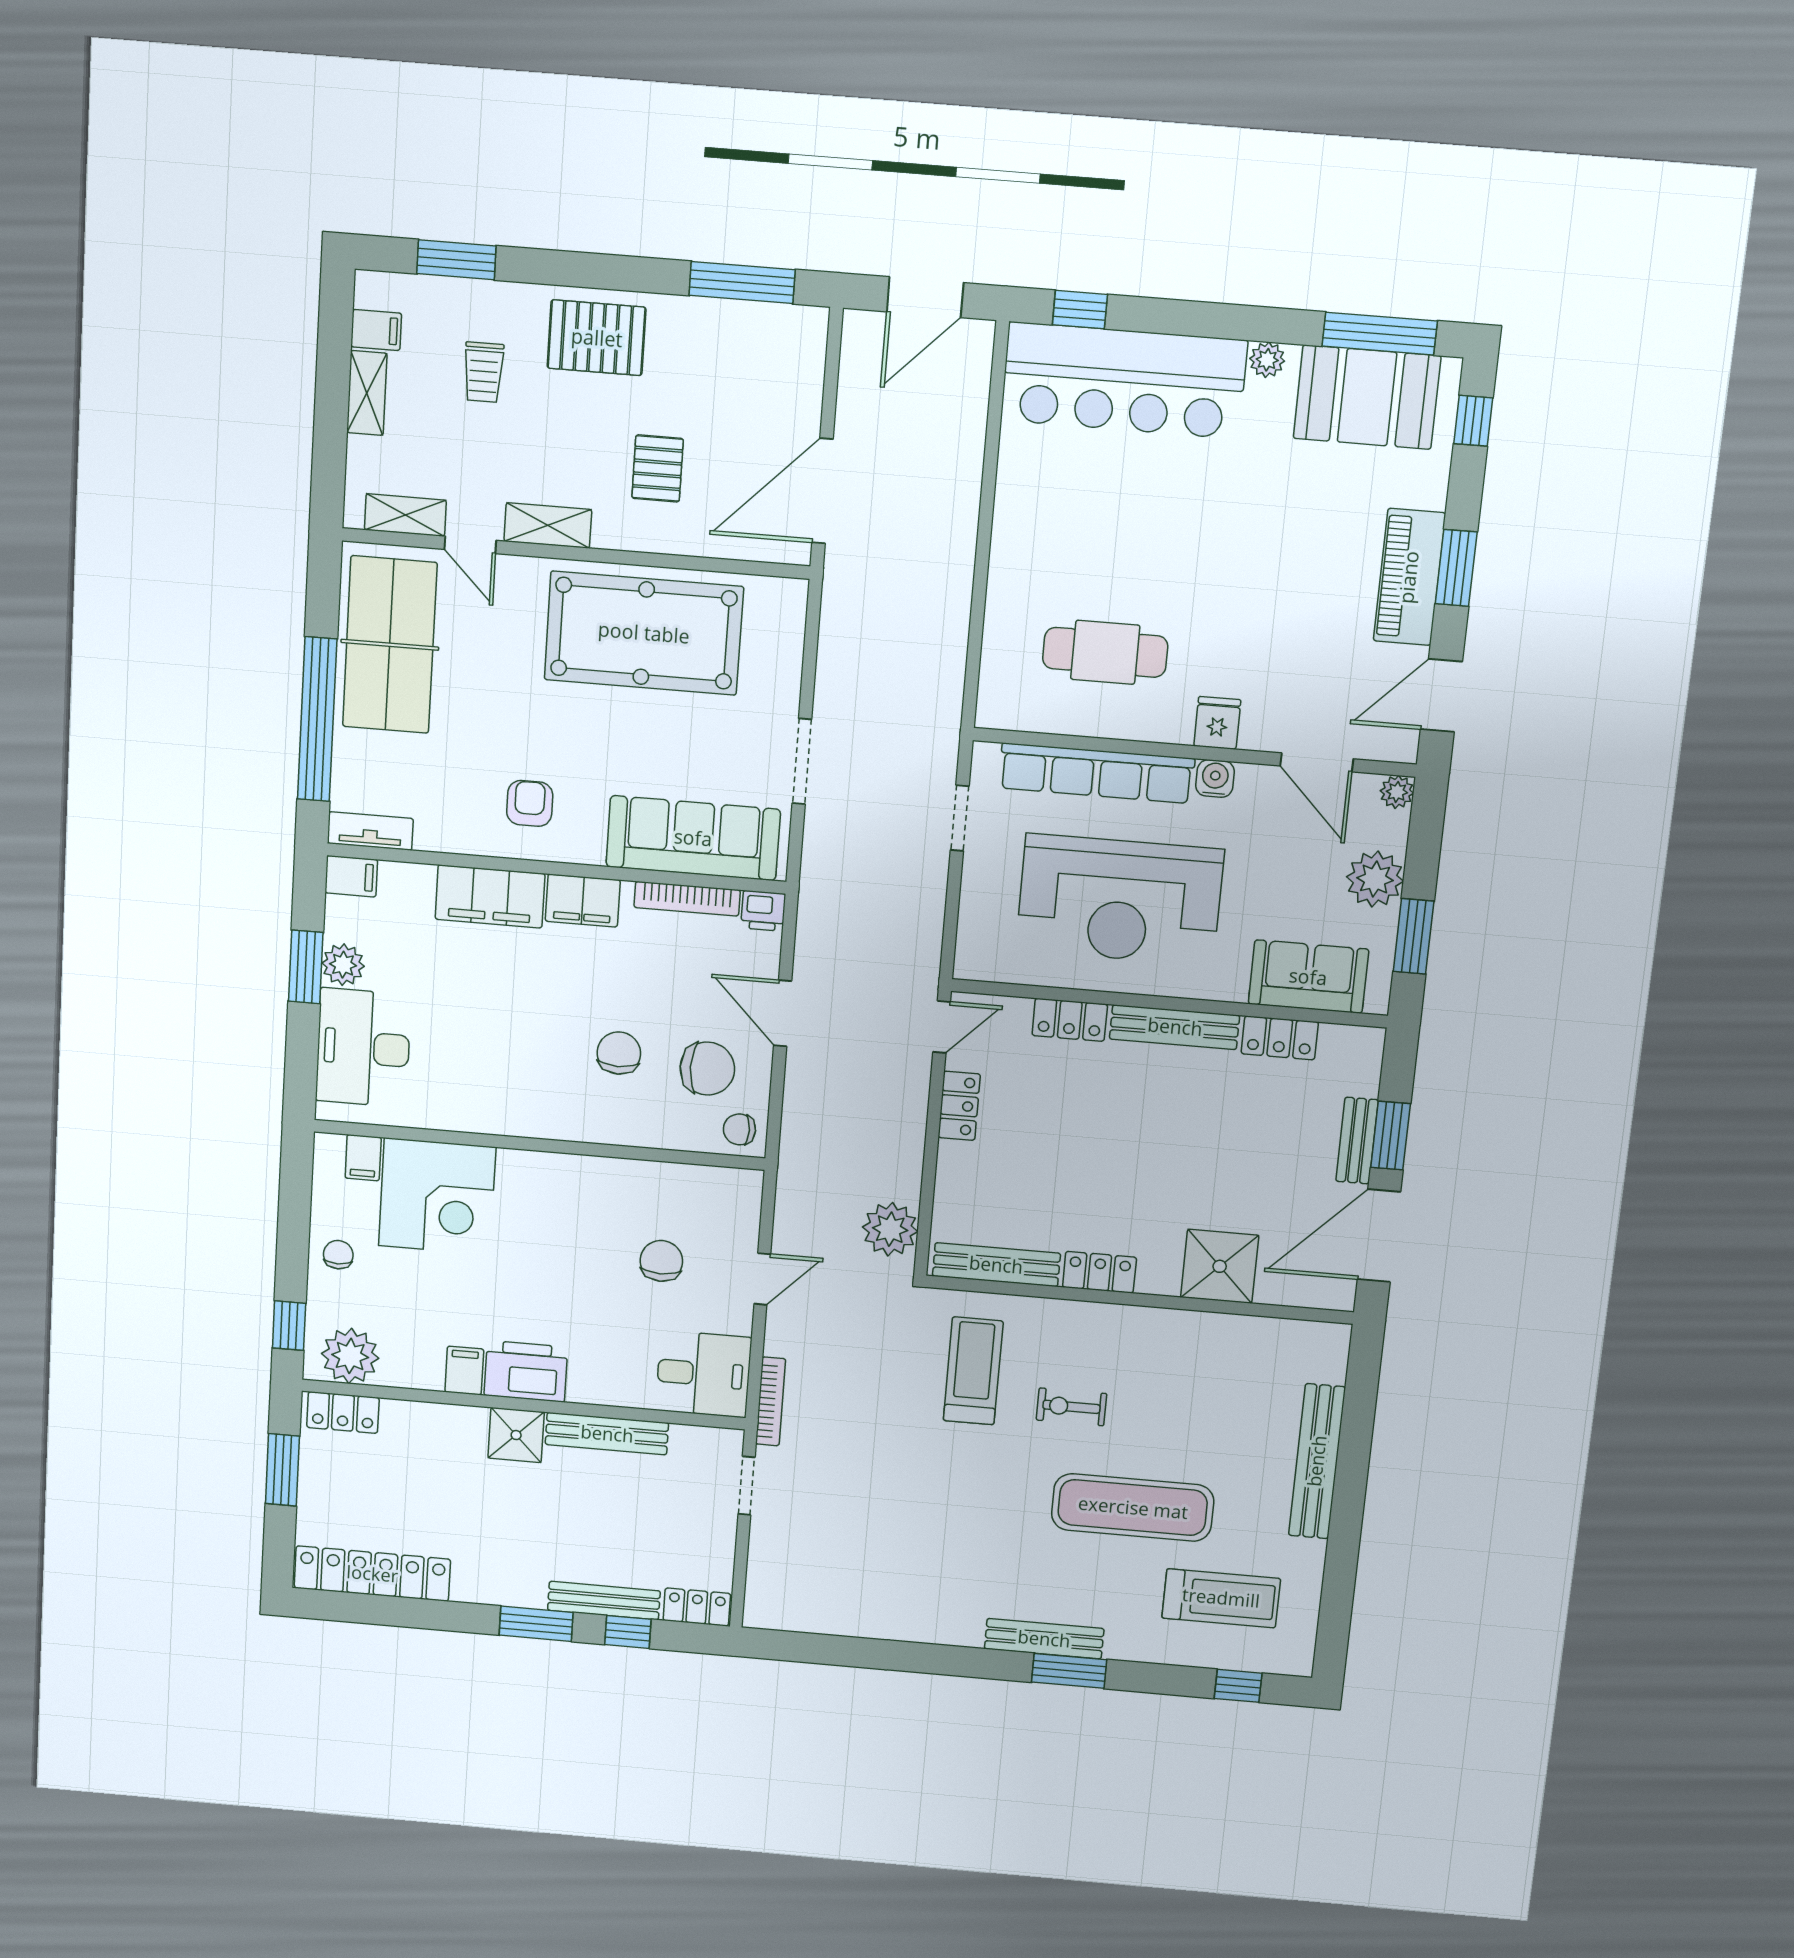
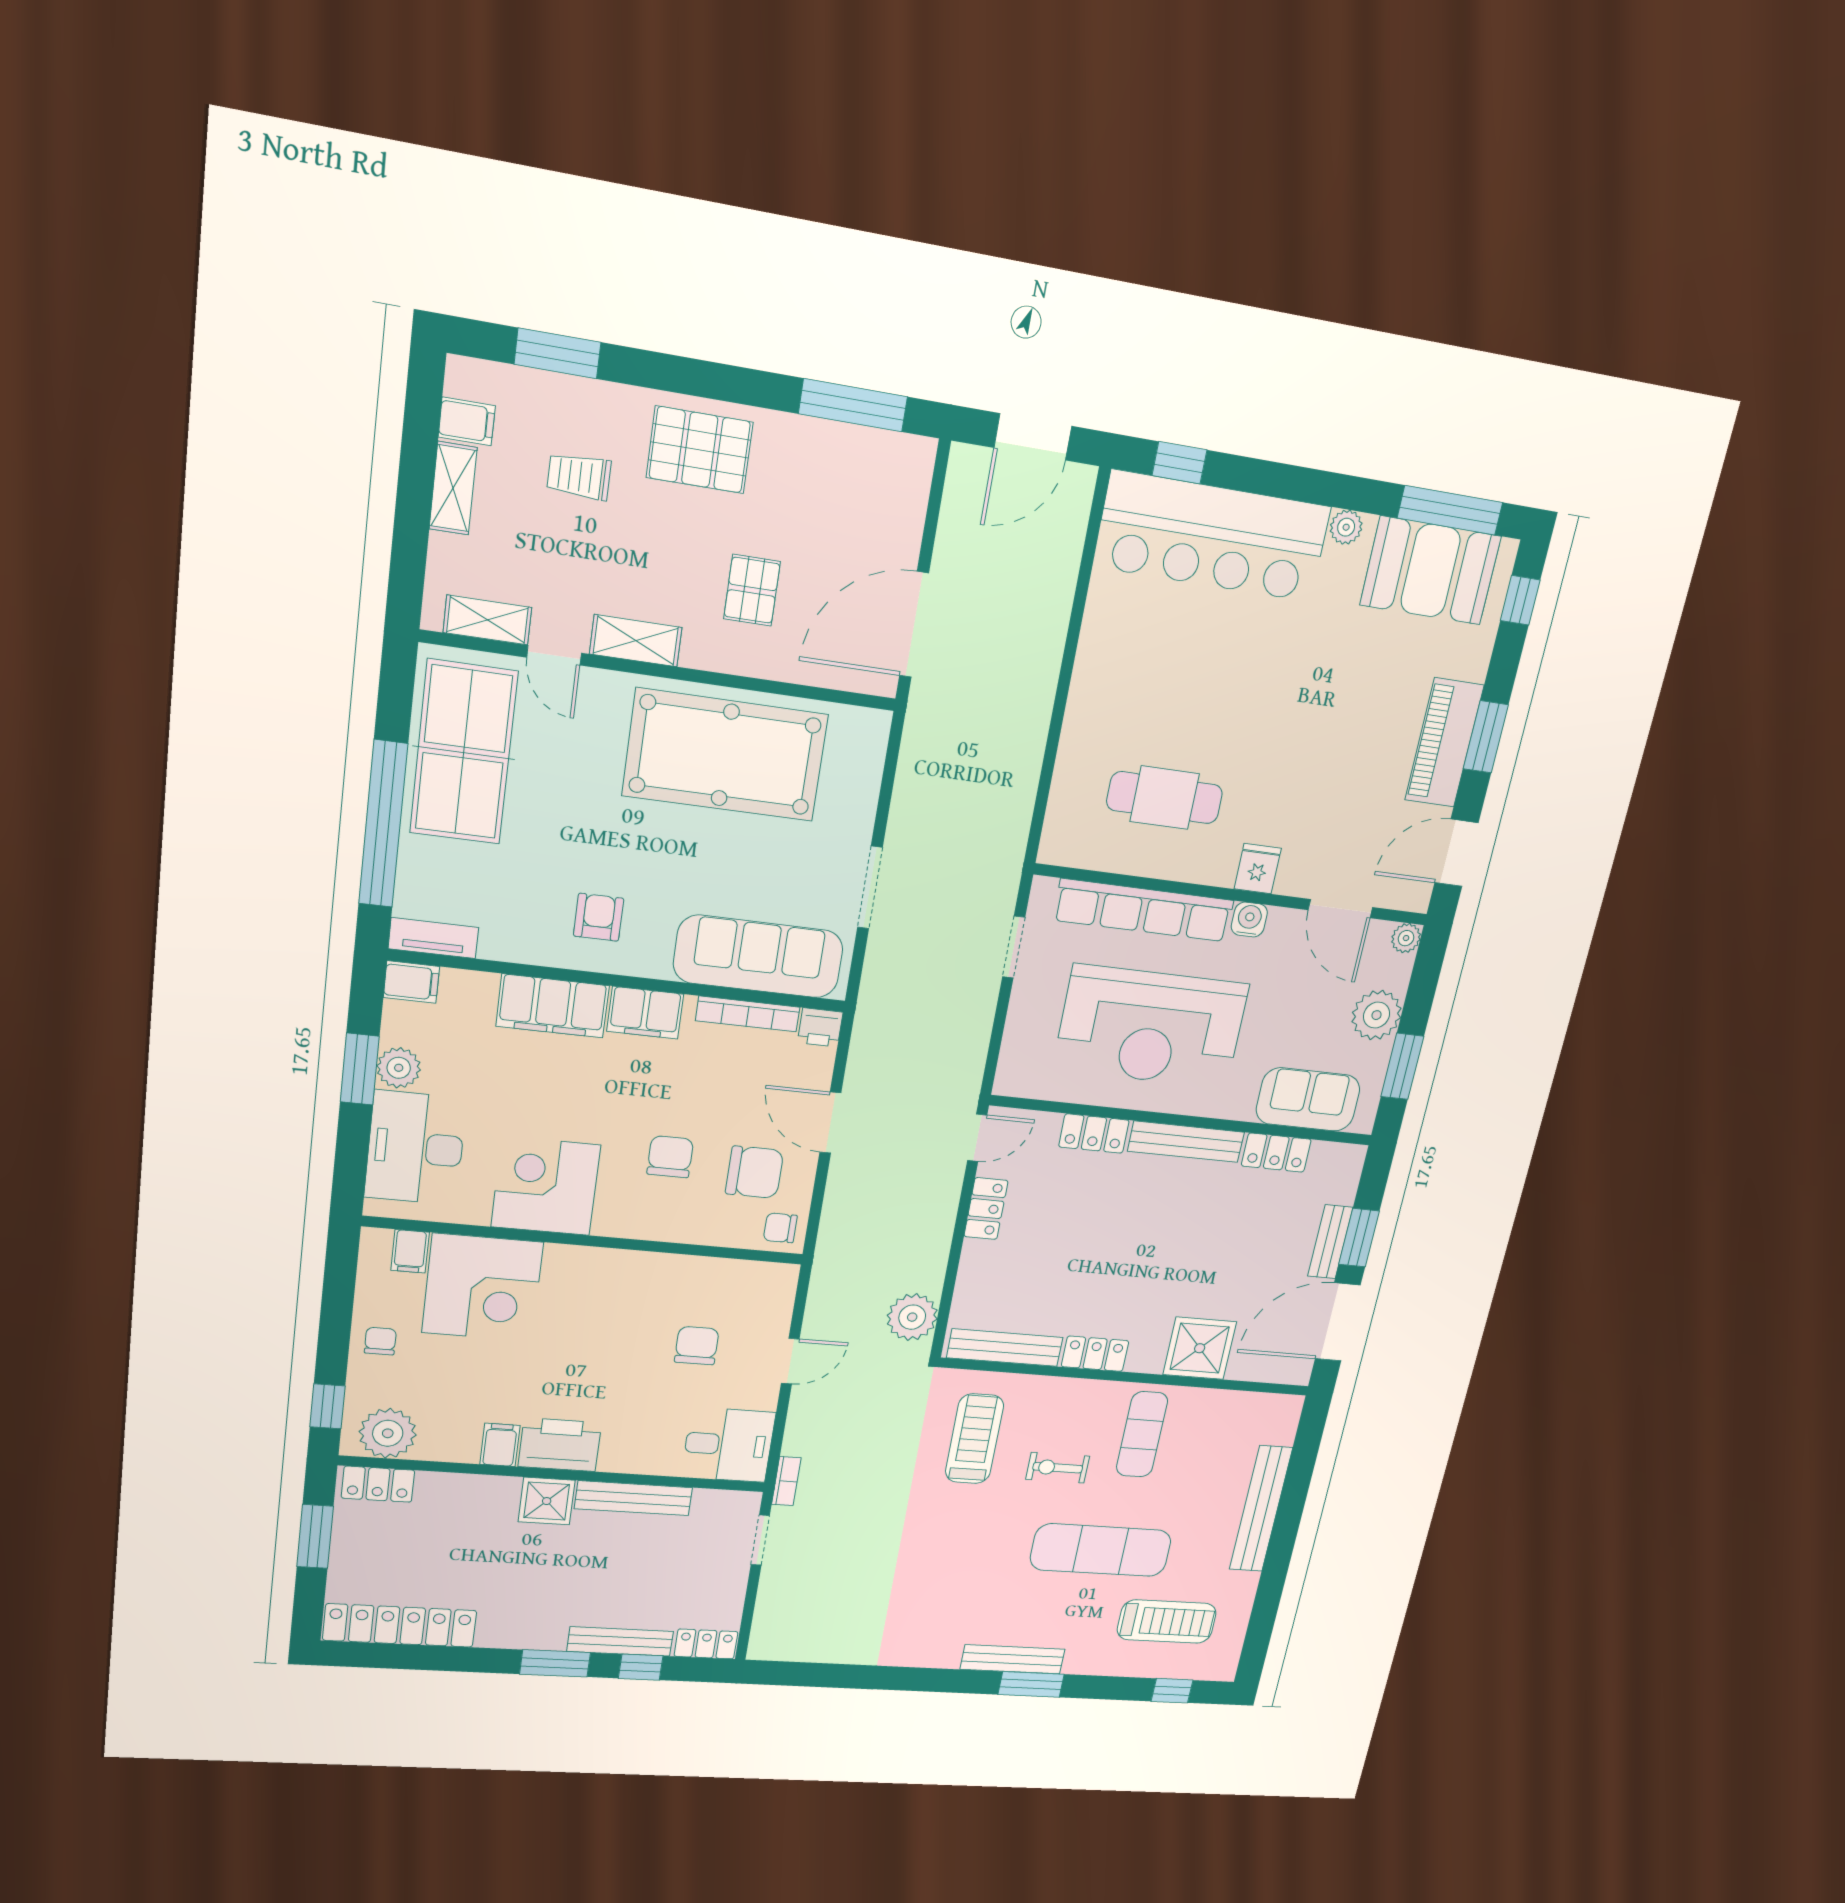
trolley: (483, 372) -> (579, 476), turned 90
corner desk: (494, 1086) -> (546, 1186), added
exercise mat: (1165, 1368) -> (1142, 1434), added
bookcase: (771, 1401) -> (786, 1481), width x0.64

